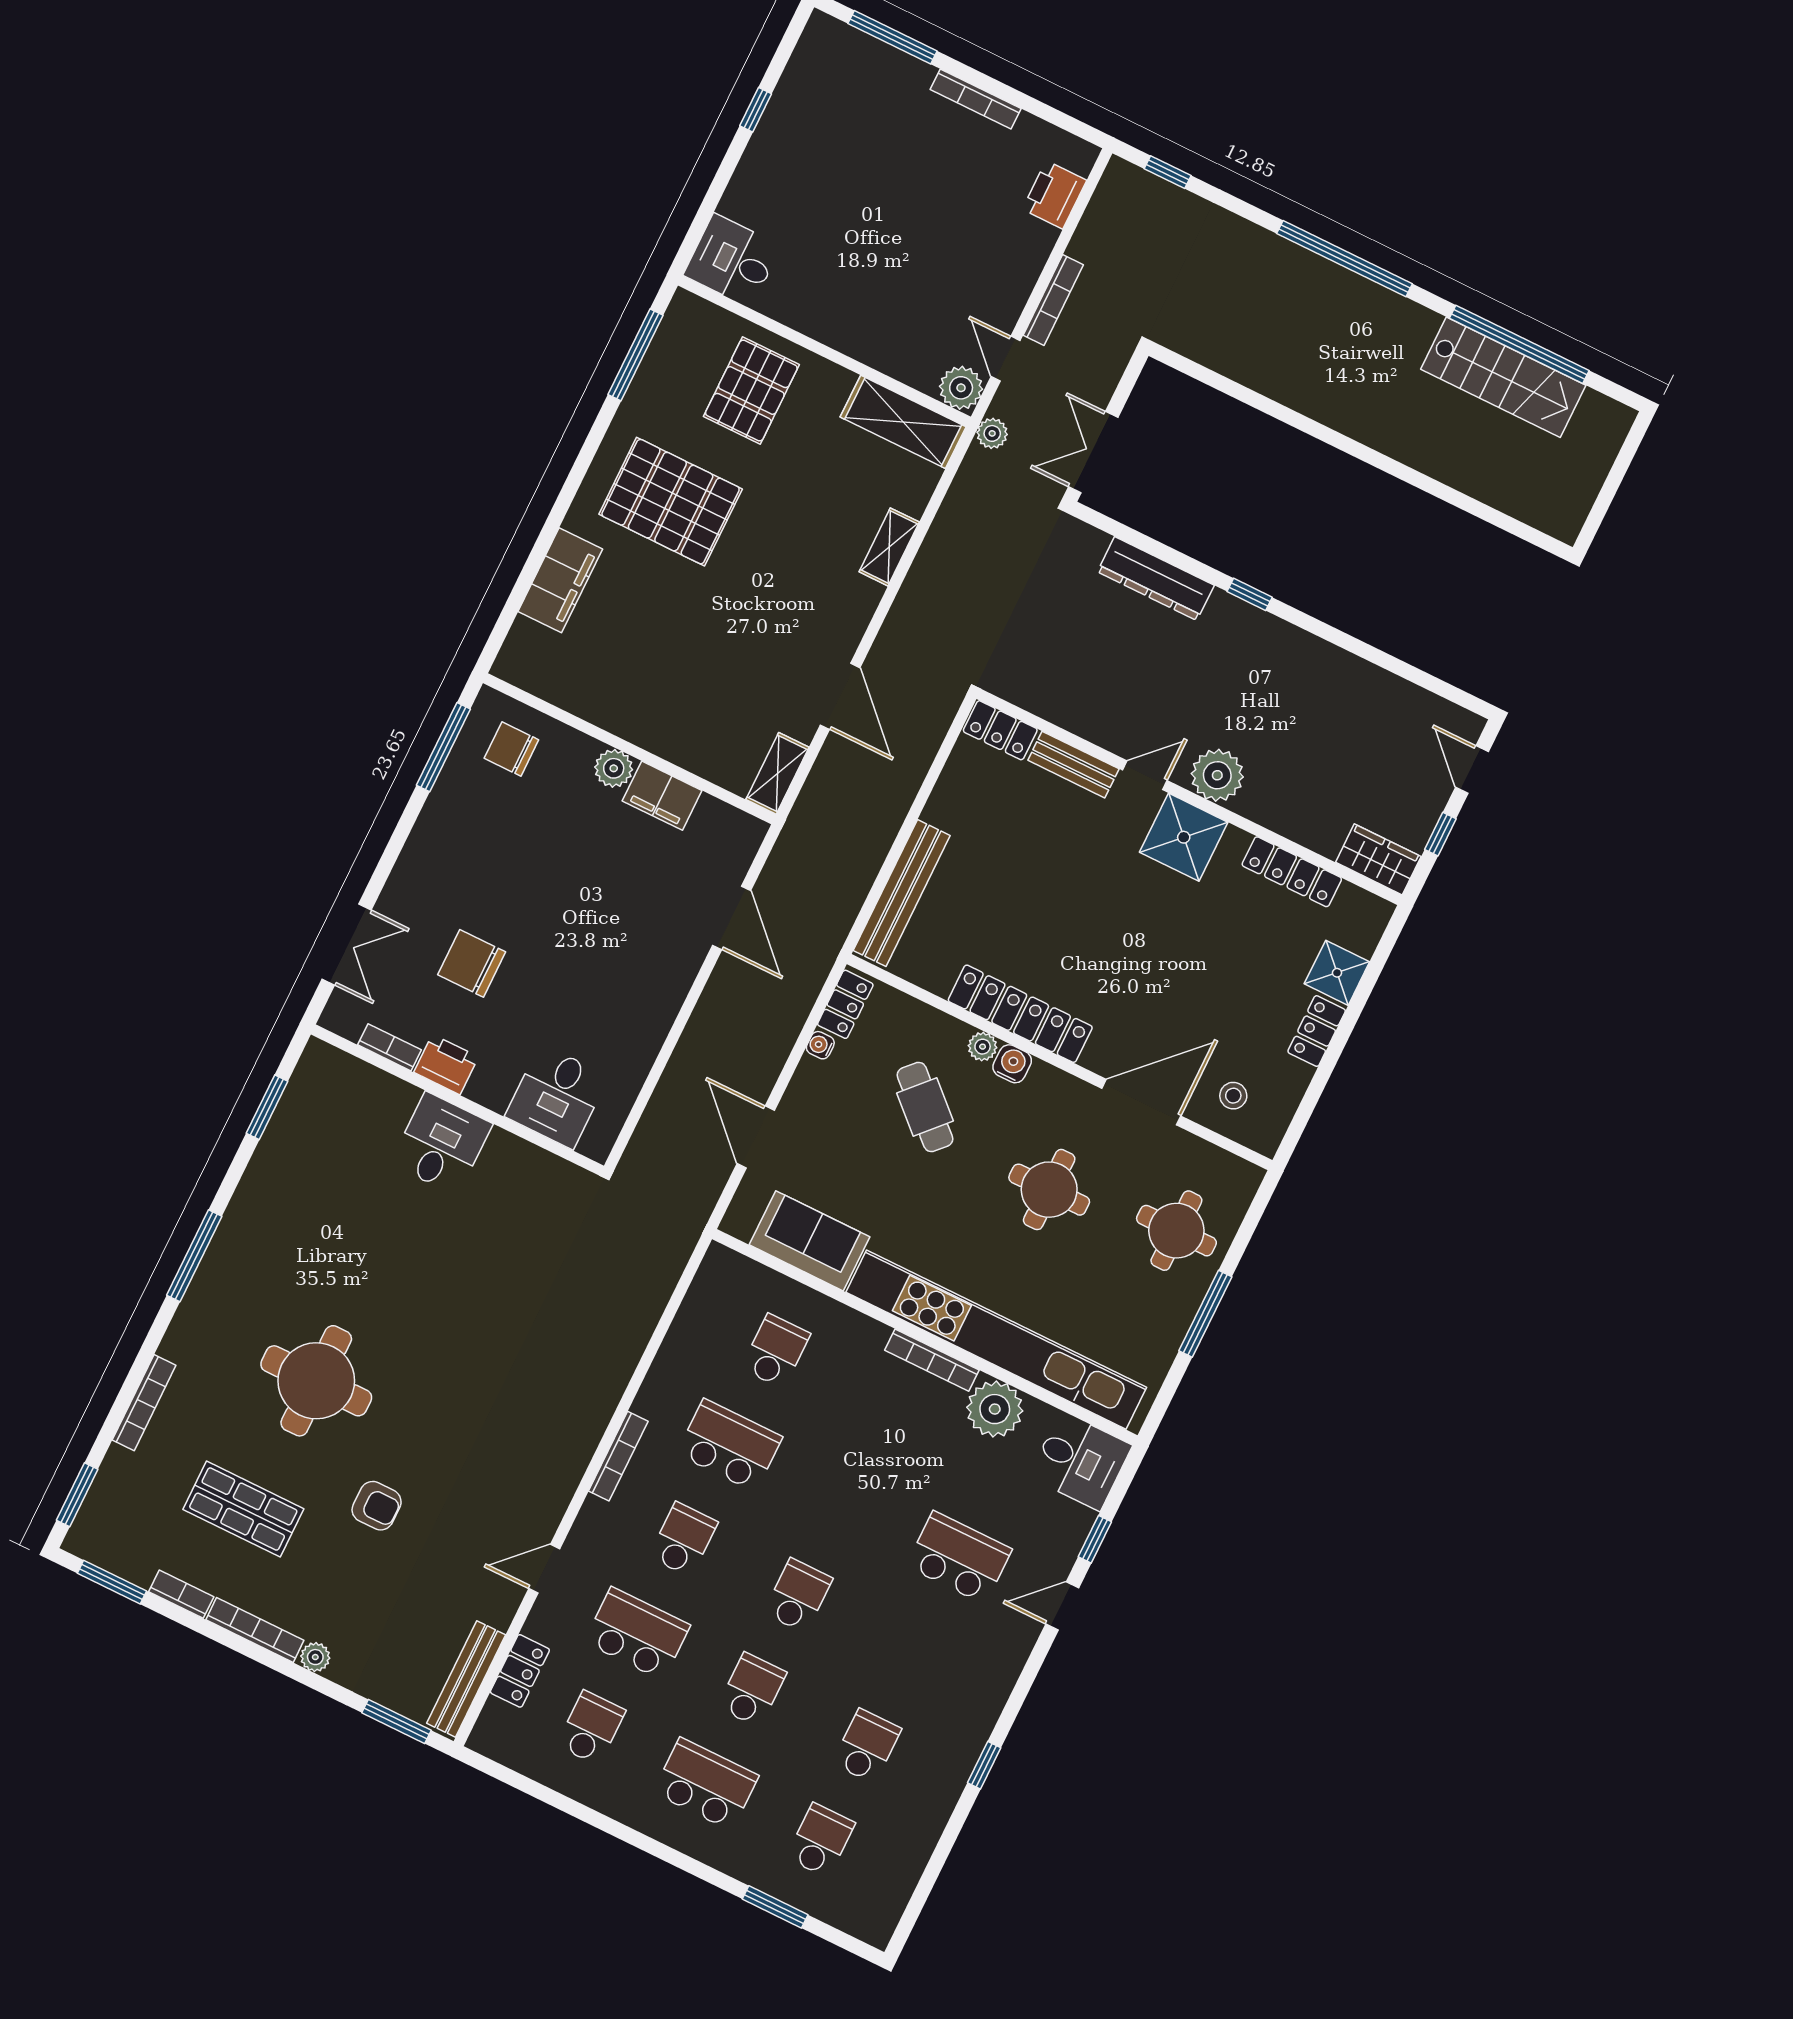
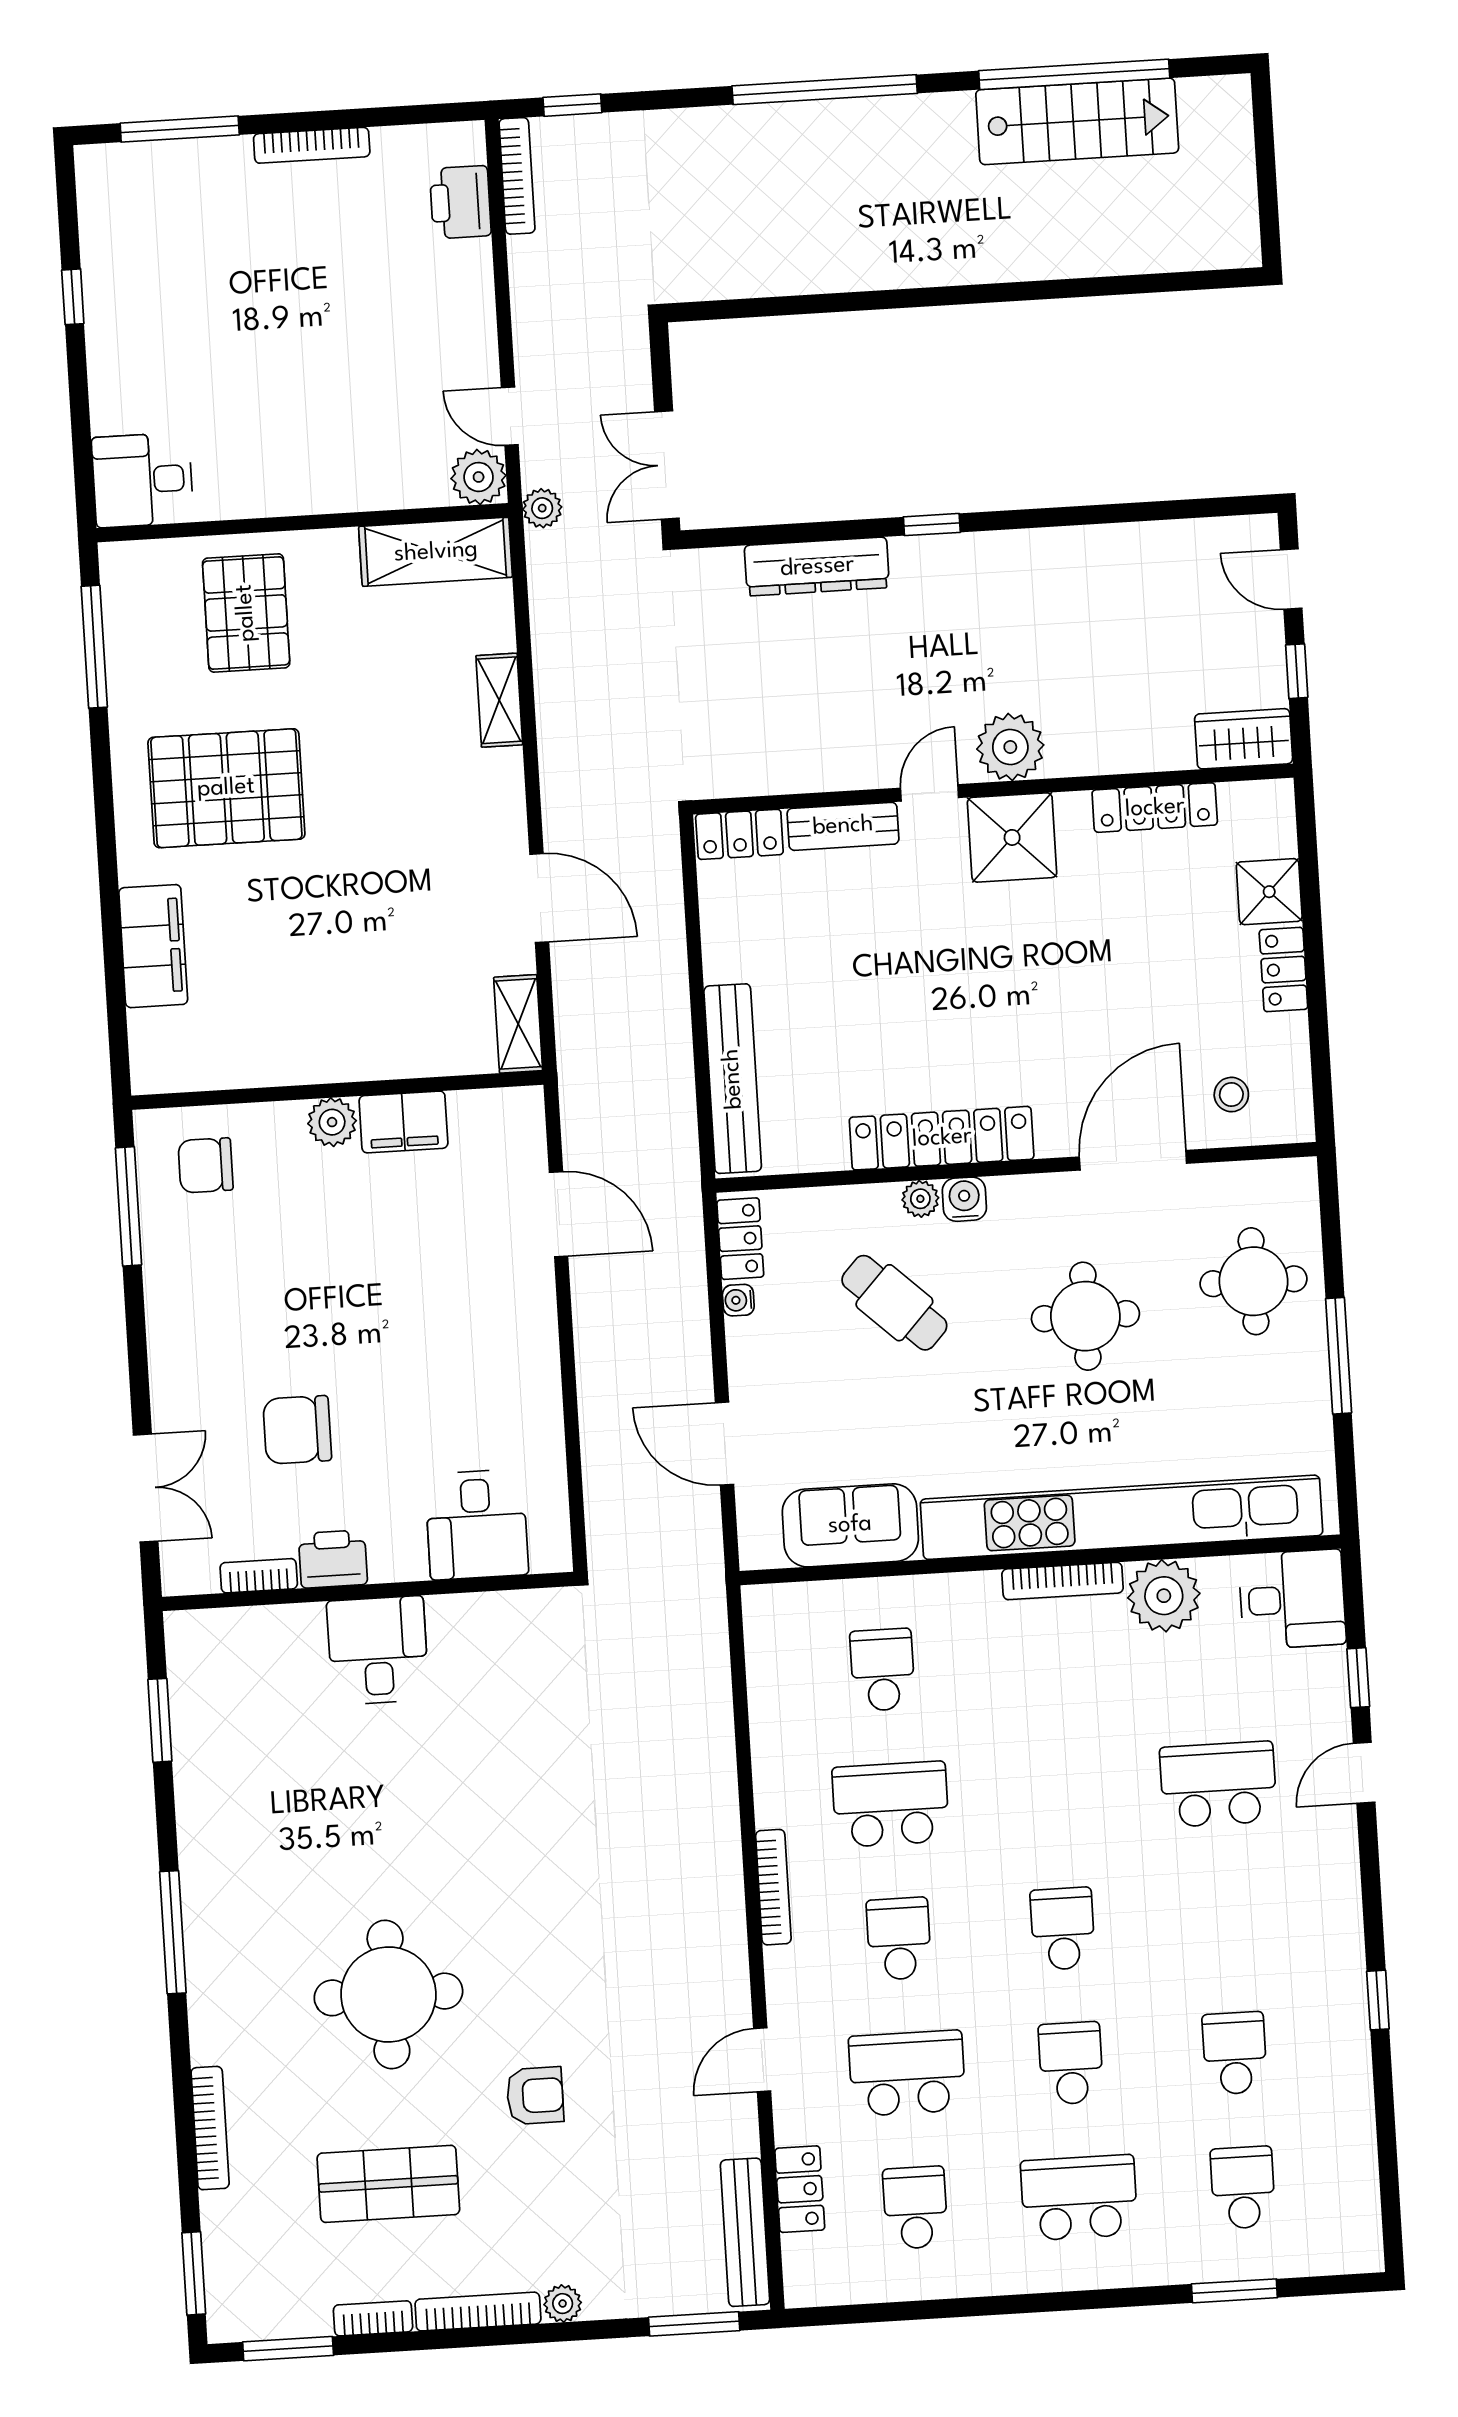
bookcase: (1053, 300) -> (517, 176), moved

